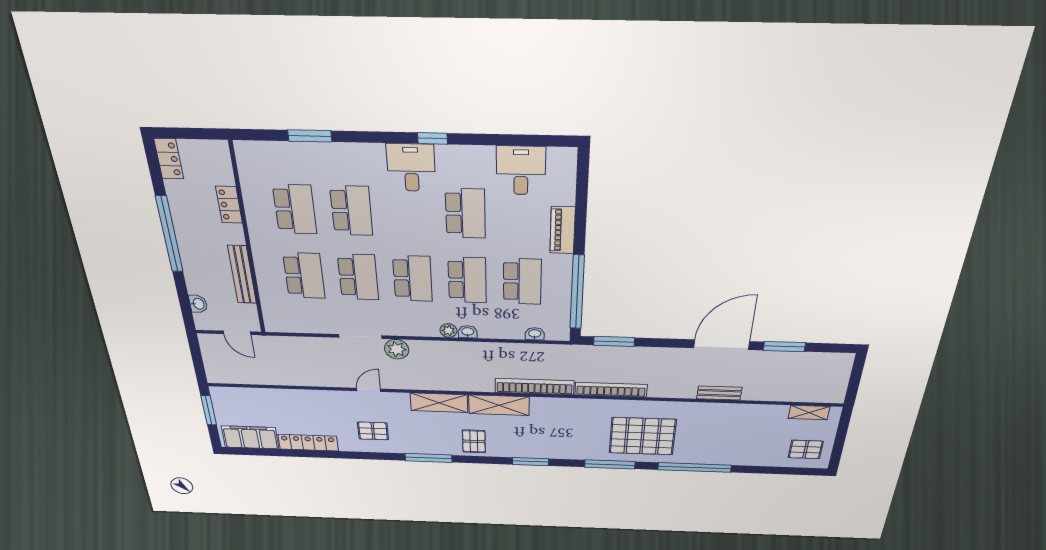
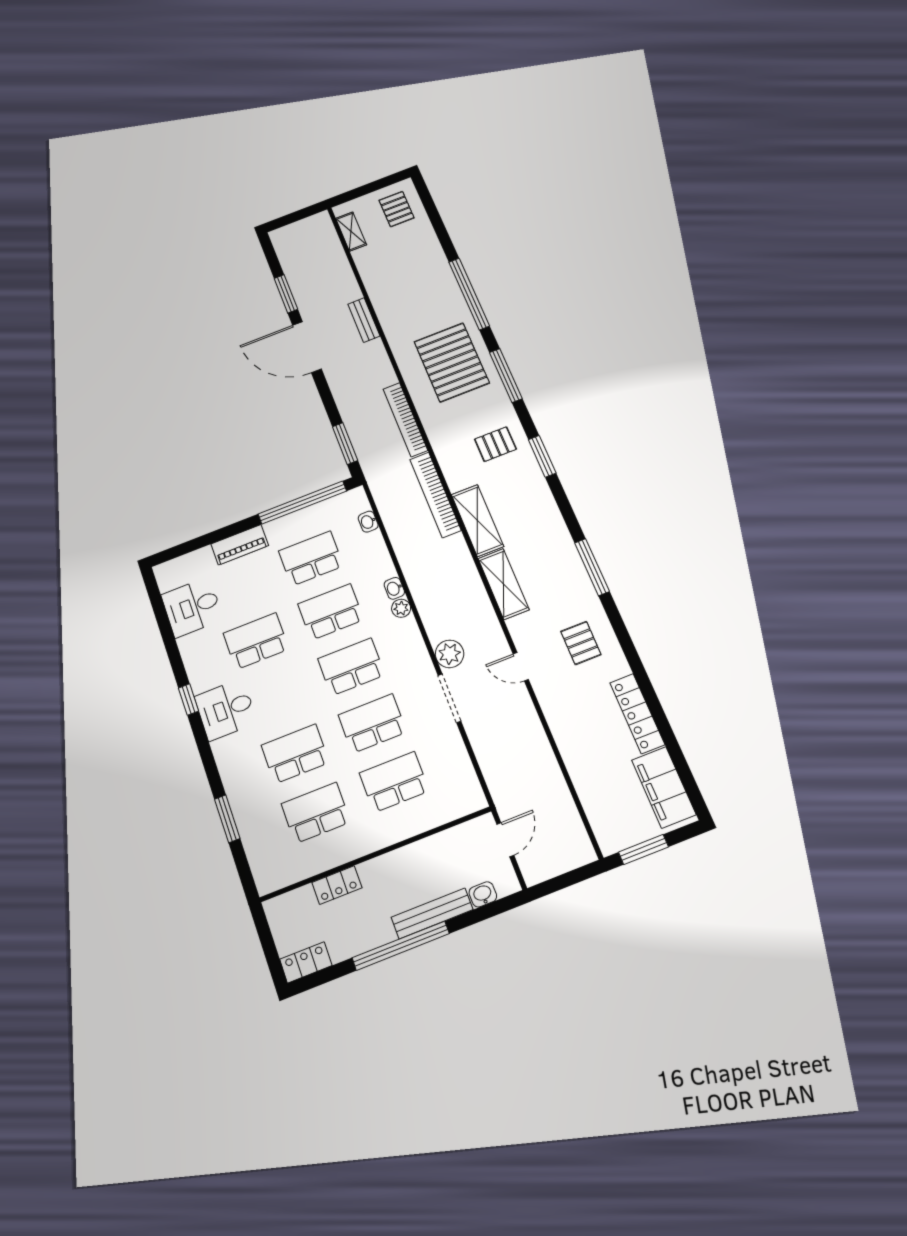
bench: (242, 275) -> (432, 913), moved
pallet: (474, 441) -> (495, 444), moved

